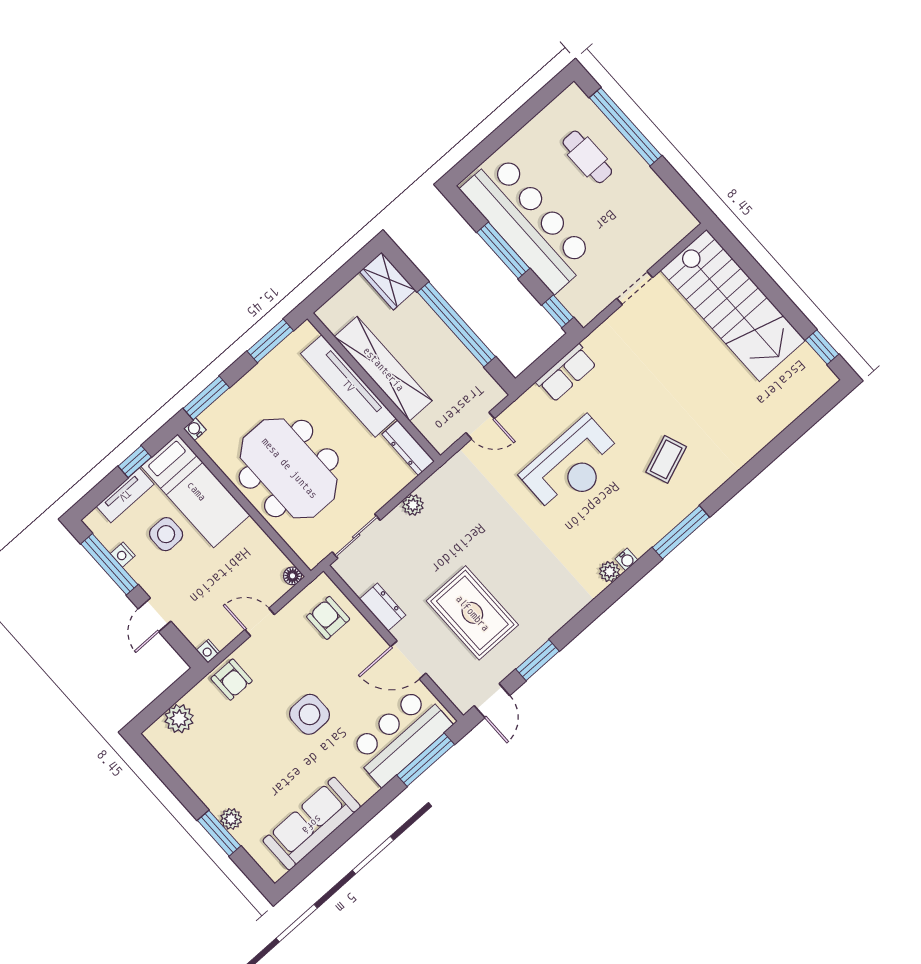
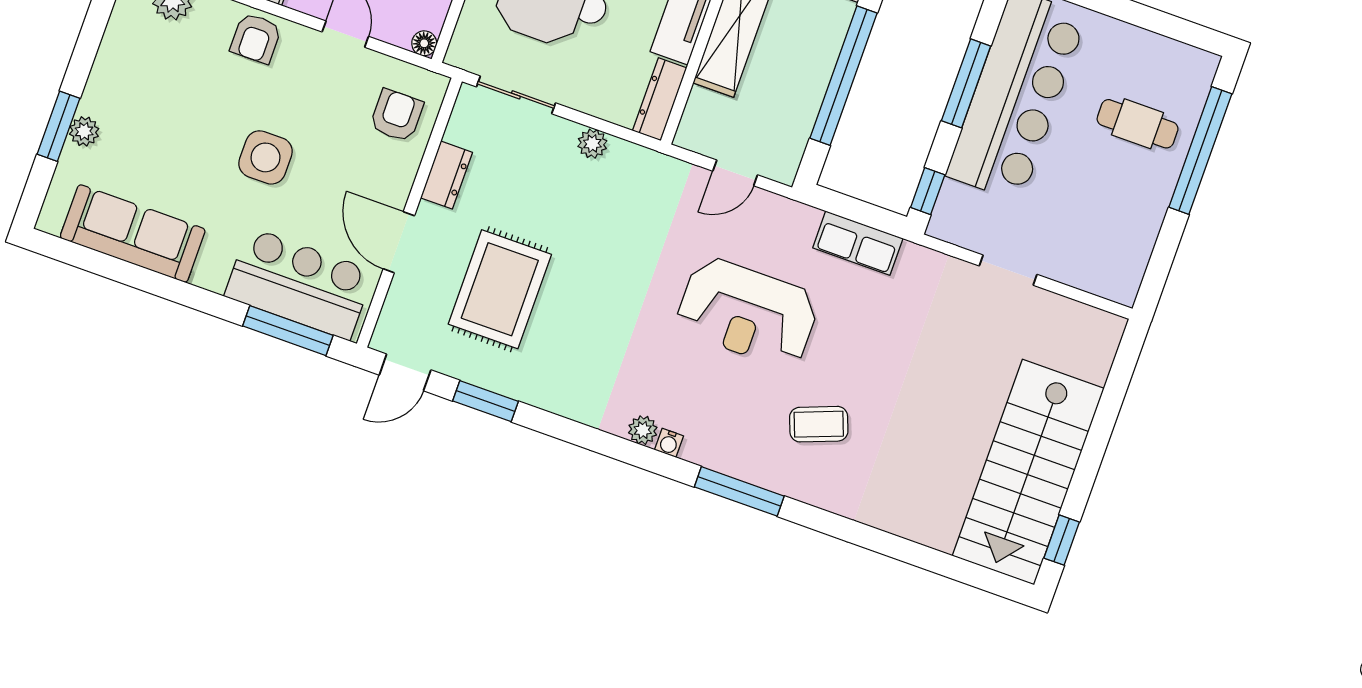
cafe table: (587, 157) -> (1138, 124), turned 90
stairs: (733, 305) -> (1028, 472), moved
door: (480, 426) -> (735, 173), hinge flipped

